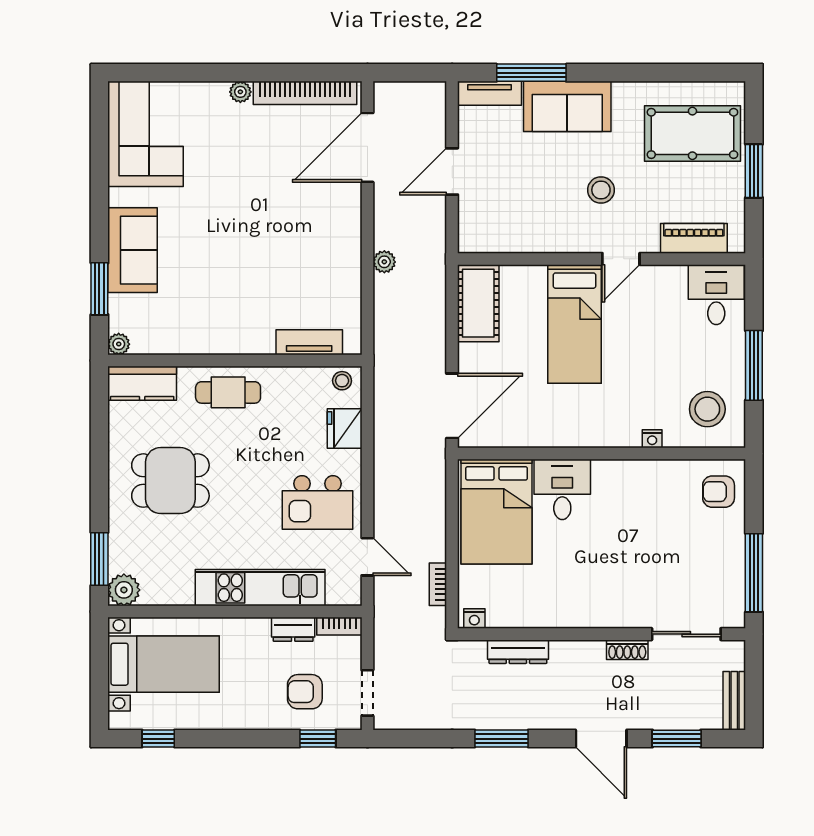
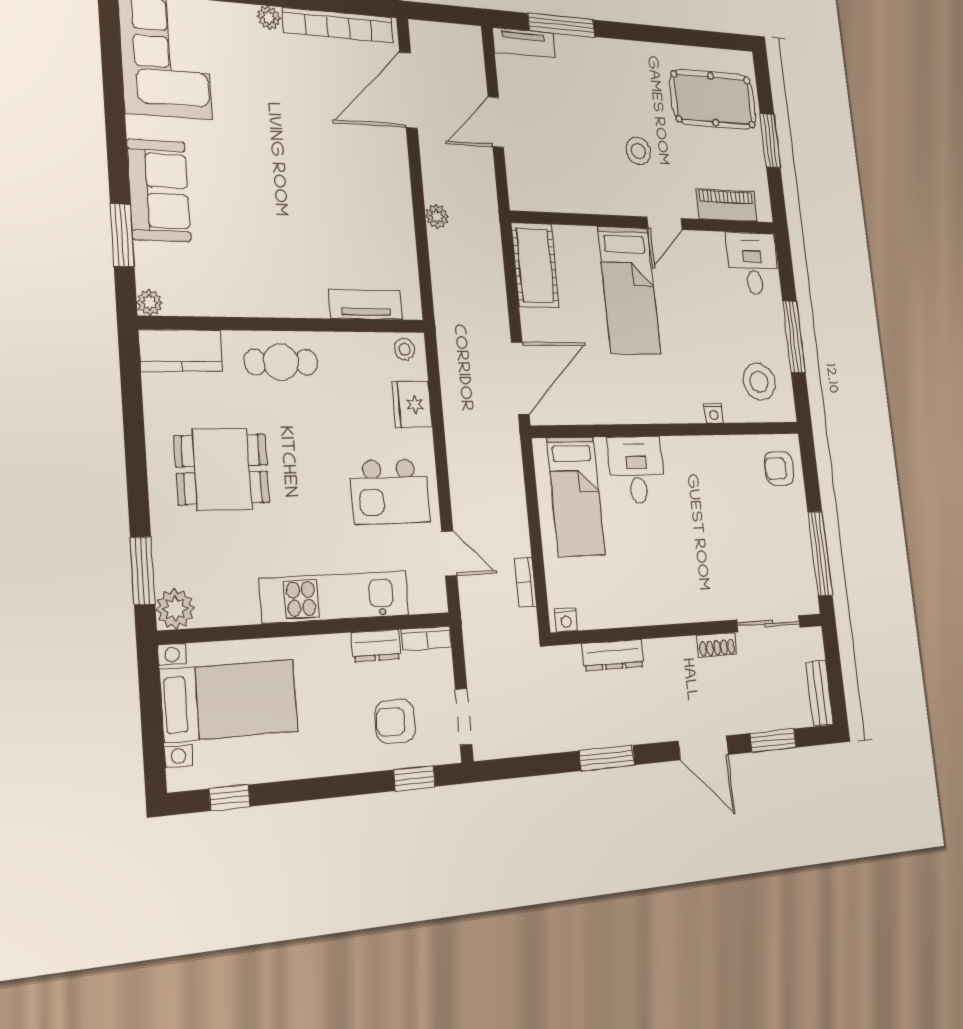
sofa: (567, 106) -> (598, 63), removed
bed: (497, 512) -> (576, 496), width x0.67

